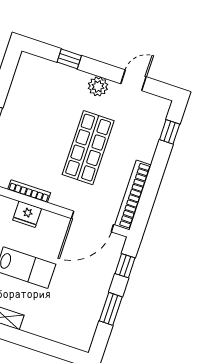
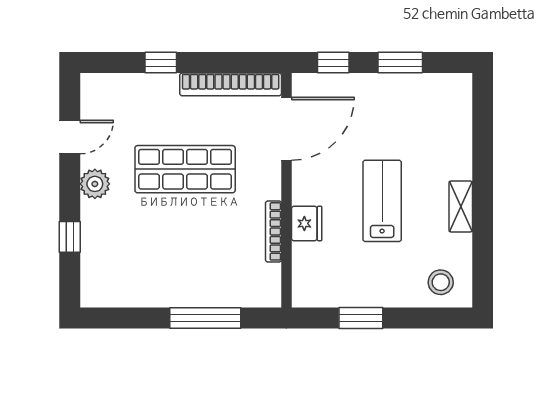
door: (134, 80) -> (70, 137), swing flipped
window: (170, 132) -> (161, 63), moved
door: (92, 222) -> (286, 129), hinge flipped

